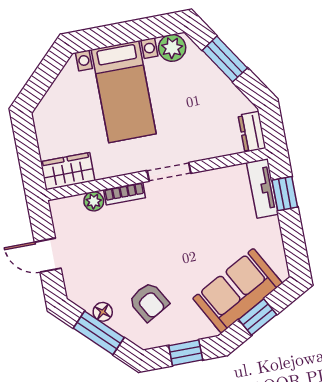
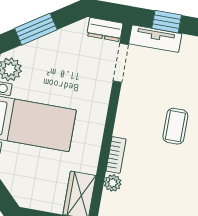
doorway: (169, 172) -> (121, 63), moved
coffee table: (178, 245) -> (175, 126), added

